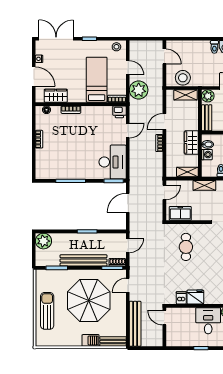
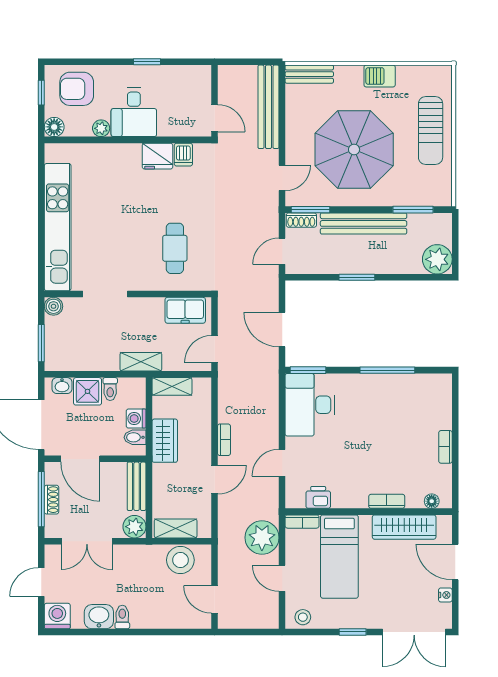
wardrobe: (56, 96) -> (404, 527), width x1.50
printer: (119, 112) -> (318, 497), moved
door: (128, 203) -> (282, 330), swing flipped
barbecue: (91, 340) -> (380, 76), moved

